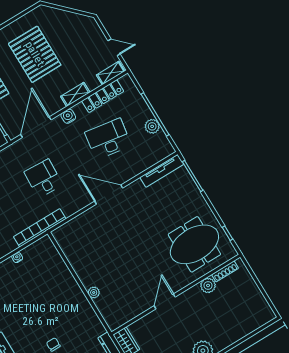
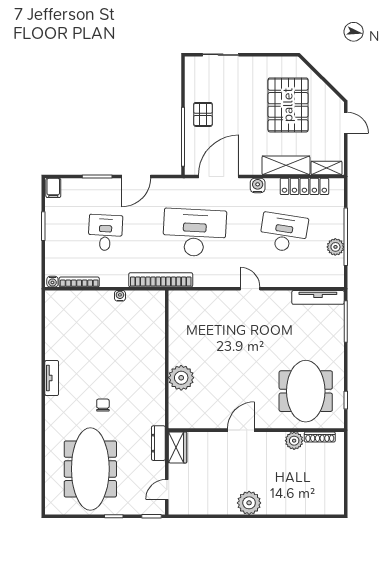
door: (114, 47) -> (346, 123), moved
pallet: (35, 54) -> (288, 105), moved
shelving: (75, 94) -> (286, 165), width x1.50, depth x1.33
desk: (43, 178) -> (194, 233), width x1.87, depth x1.30
door: (109, 195) -> (250, 289), width x0.53
meeting table: (194, 244) -> (306, 391), turned 90
plant: (94, 292) -> (181, 378), width x1.88, depth x1.88

